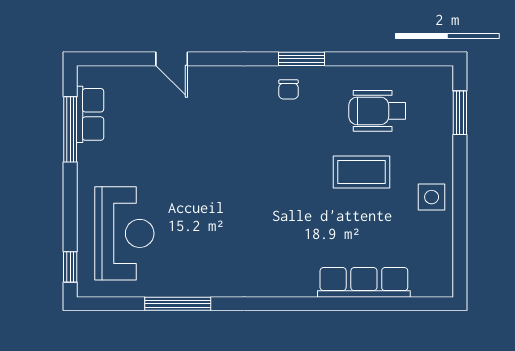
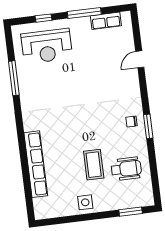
wheelchair: (377, 111) -> (126, 169), turned 90
window: (70, 129) -> (84, 13), moved
window: (70, 267) -> (44, 18), moved
row of seats: (364, 282) -> (36, 164), width x1.36

